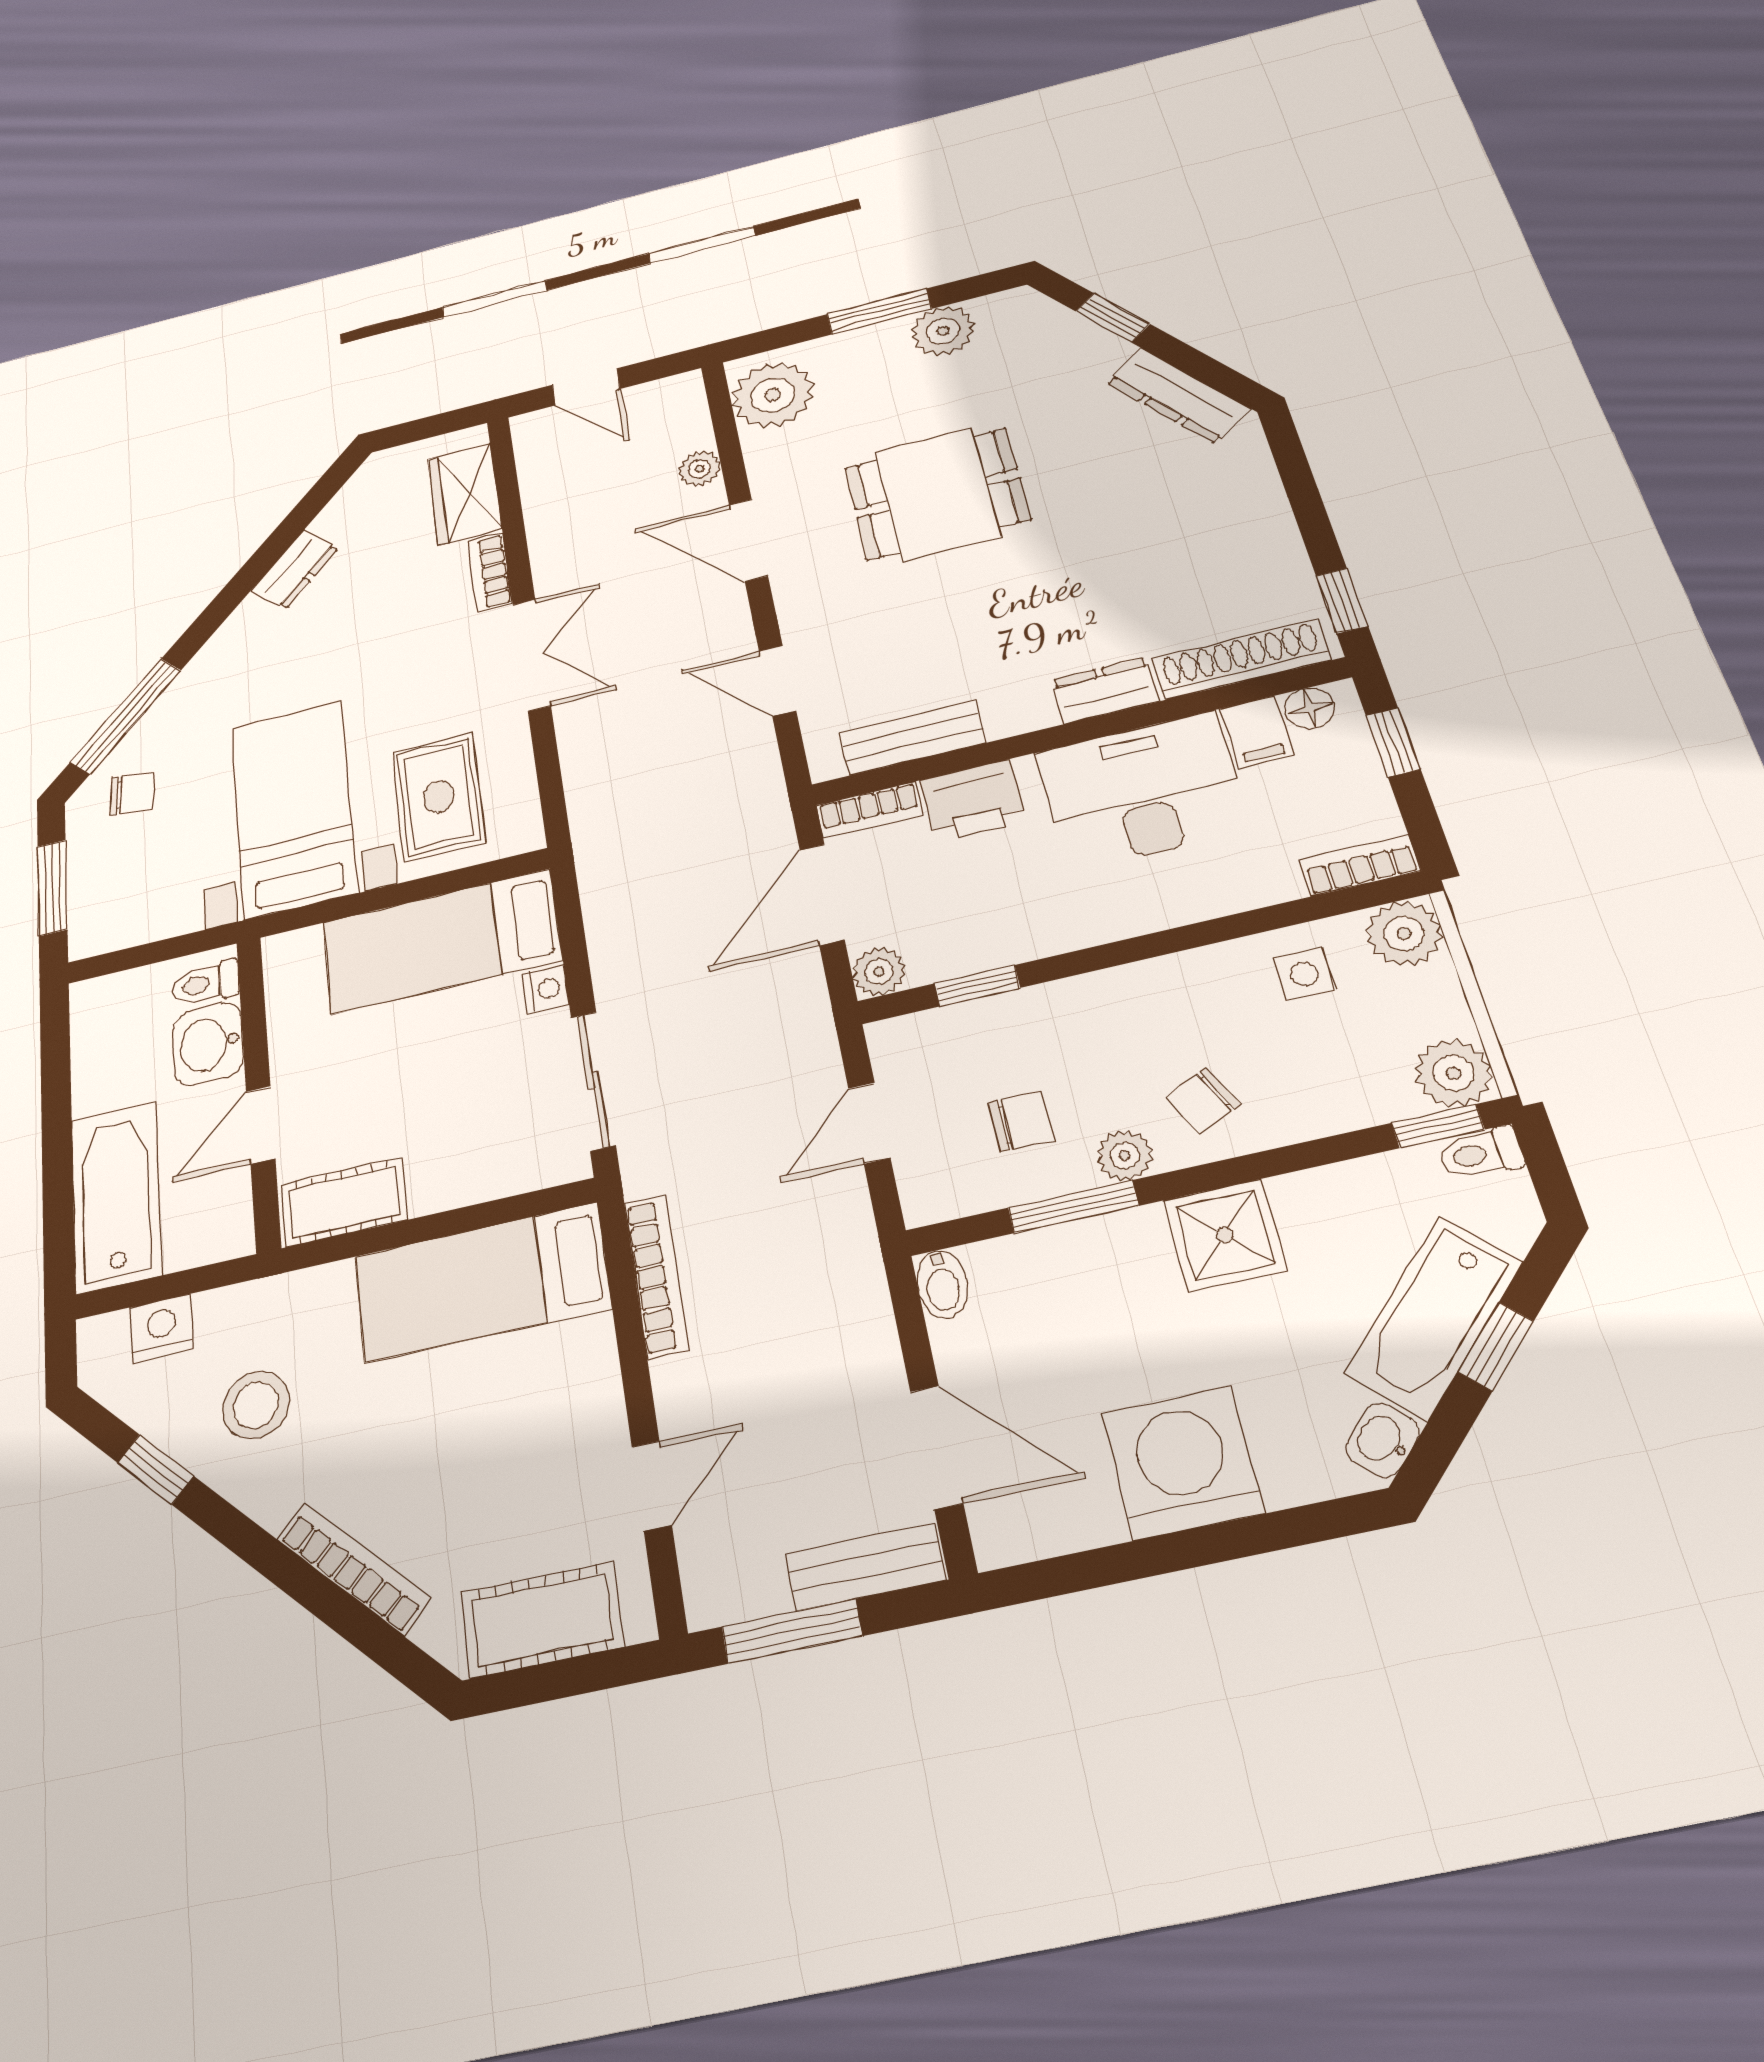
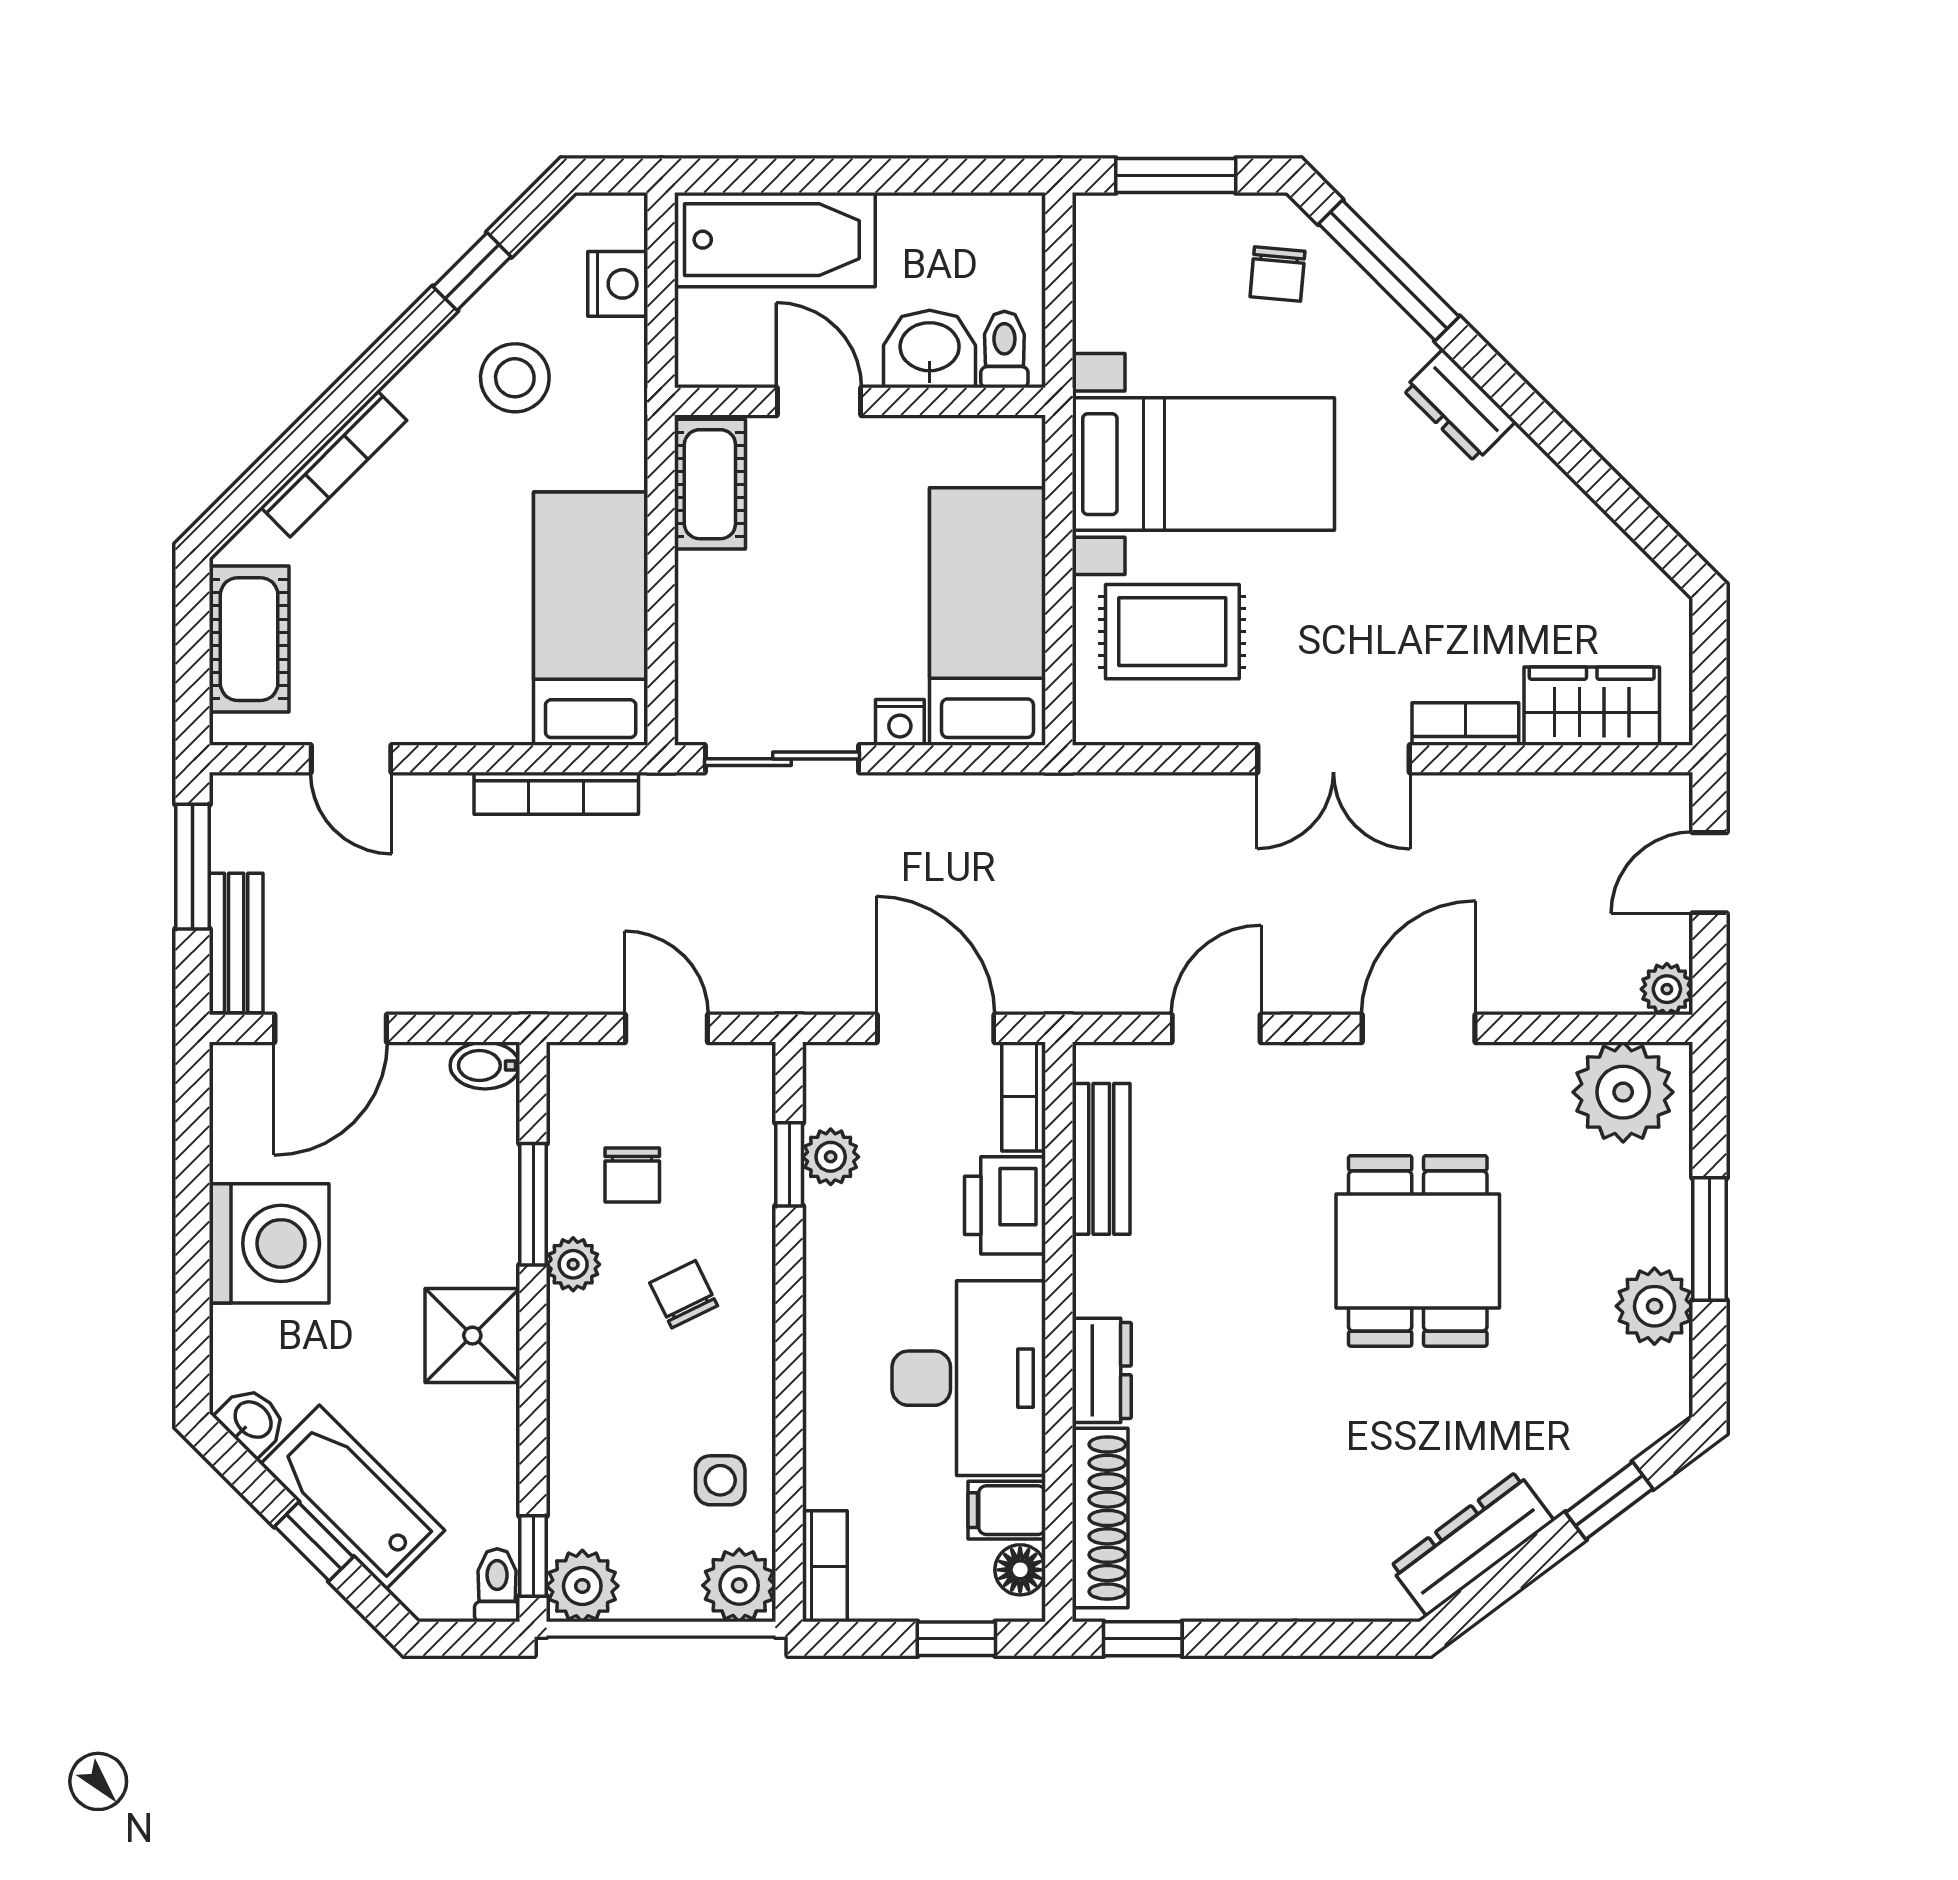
plant: (699, 469) -> (1667, 989), moved
dresser: (295, 569) -> (1459, 406), moved
plant: (879, 972) -> (831, 1157), moved
chair: (1203, 1100) -> (684, 1294), moved

